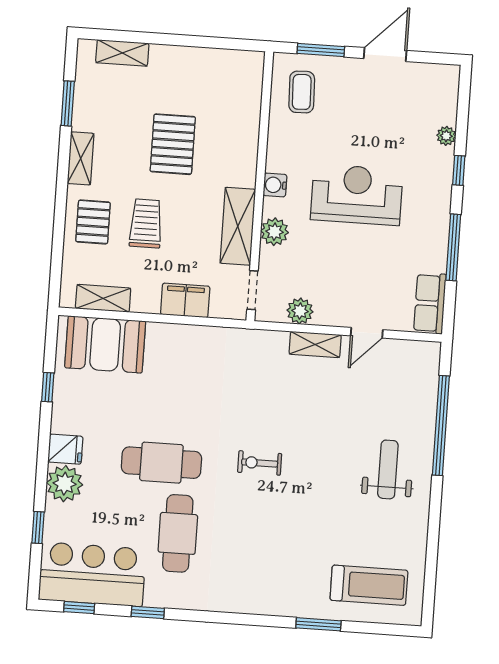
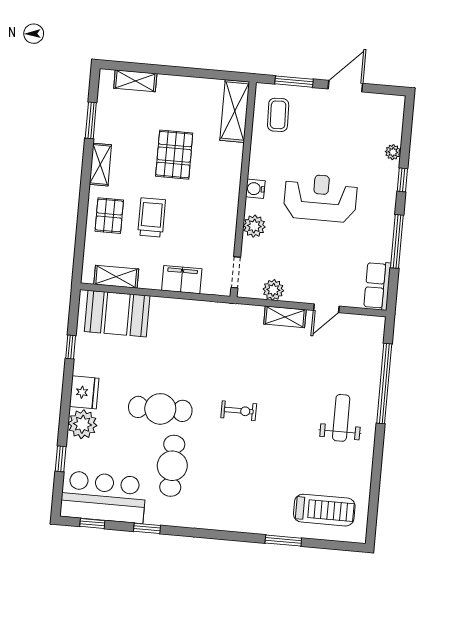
shelving: (238, 226) -> (235, 111), moved
fridge: (65, 449) -> (84, 392), width x1.38
exercise bike: (260, 463) -> (239, 411), turned 180

